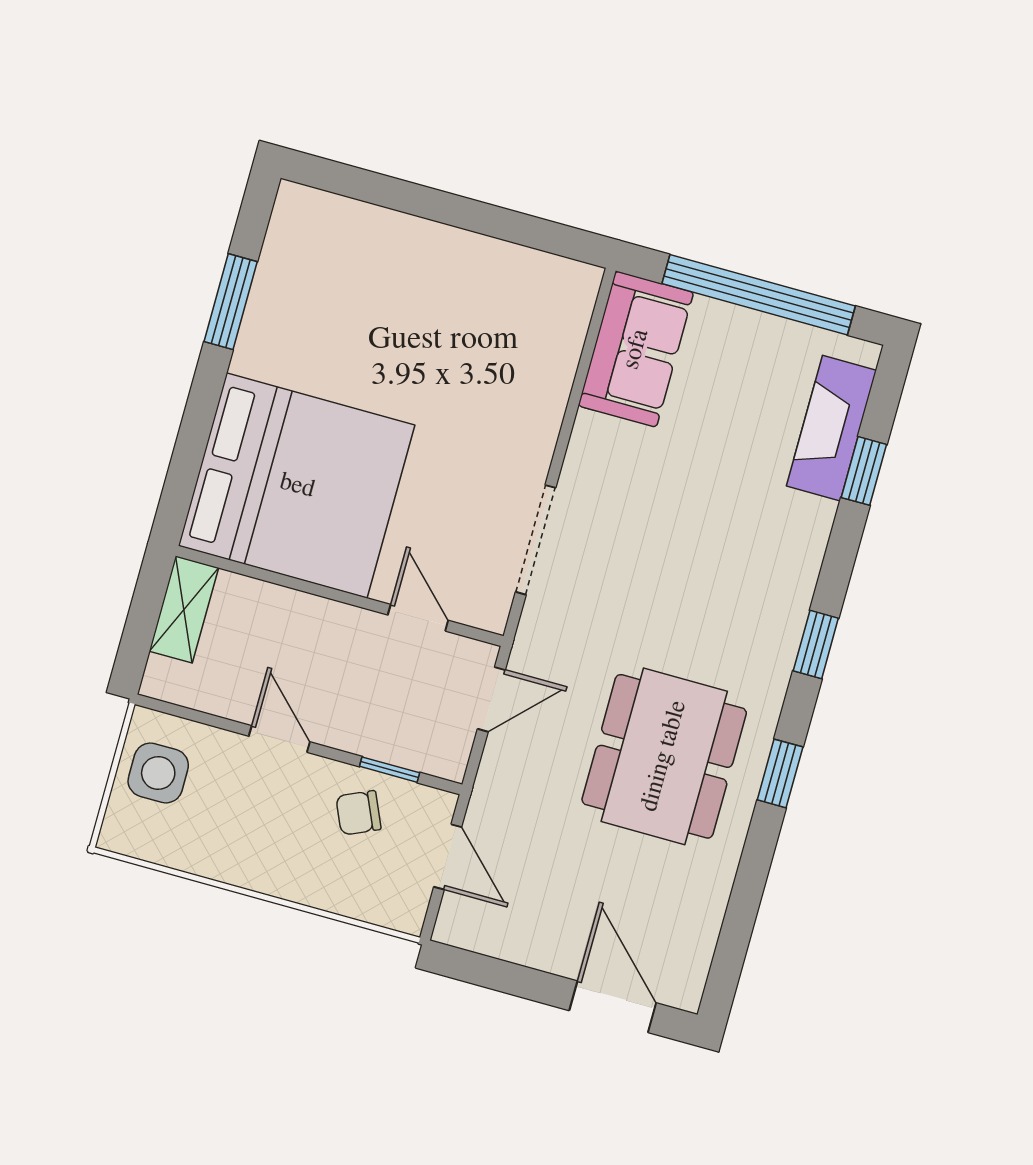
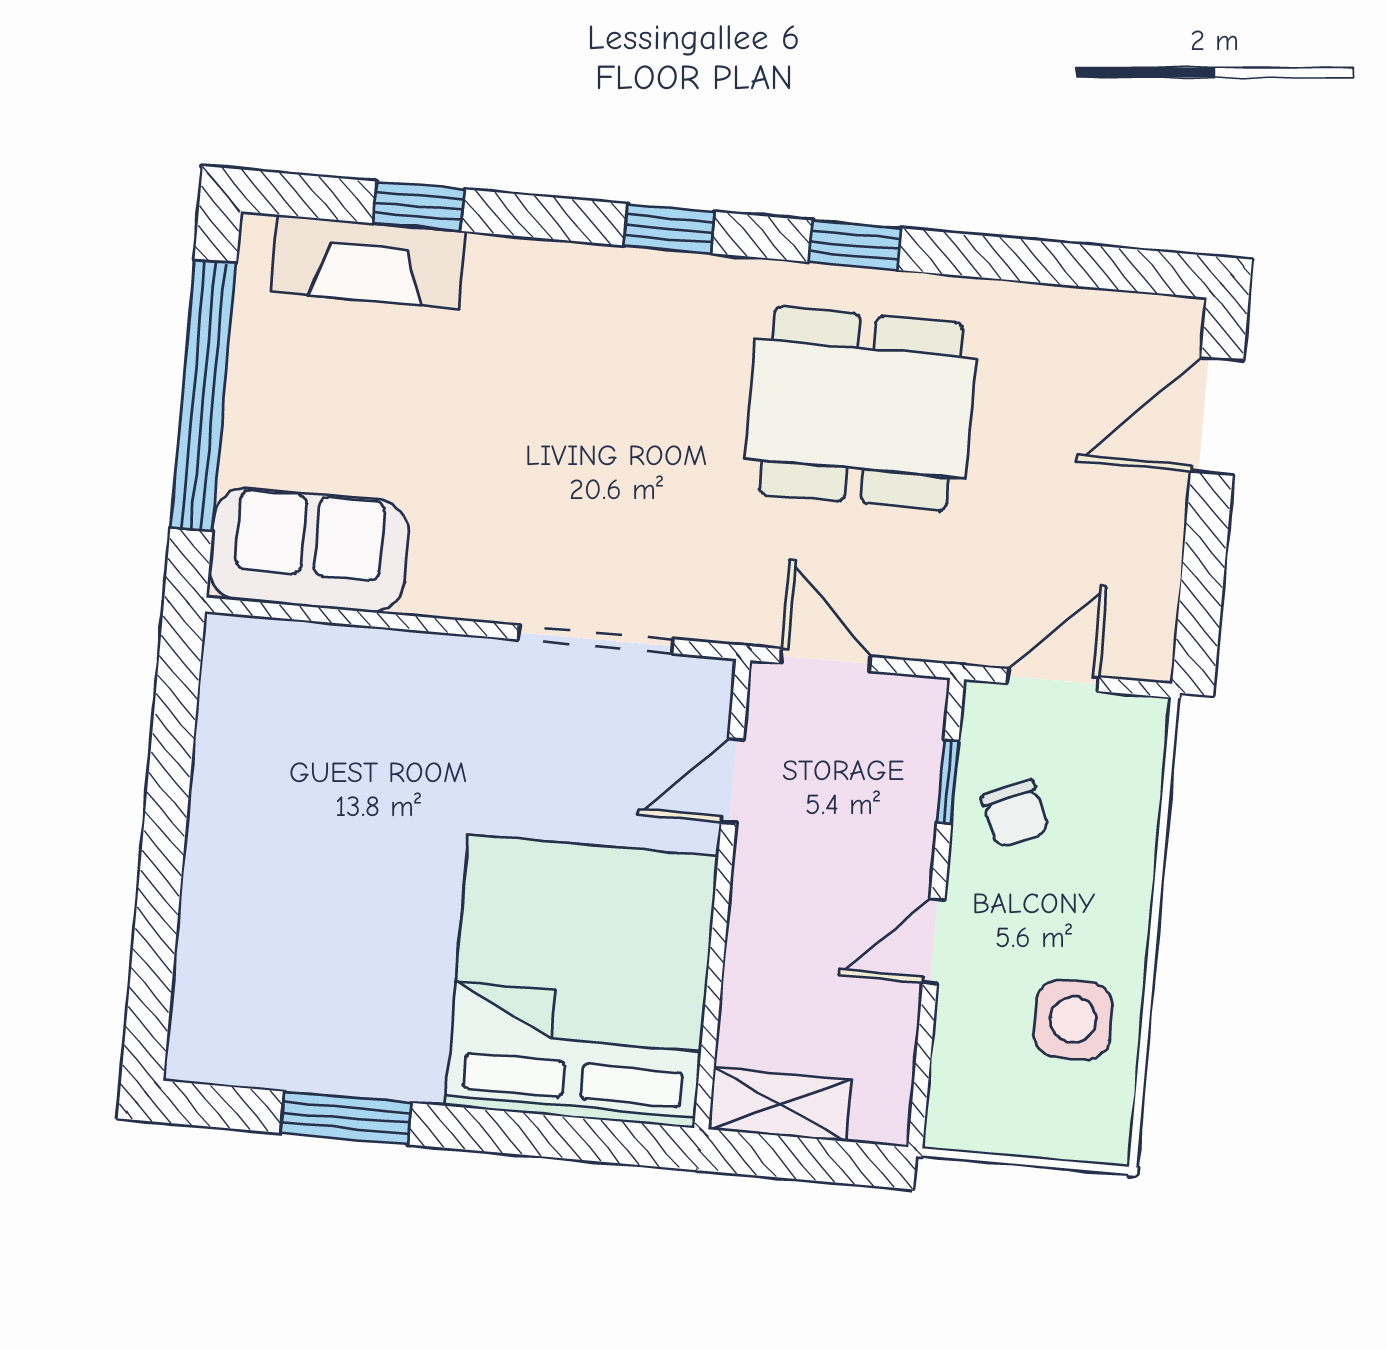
side table: (158, 773) -> (1073, 1020), moved

